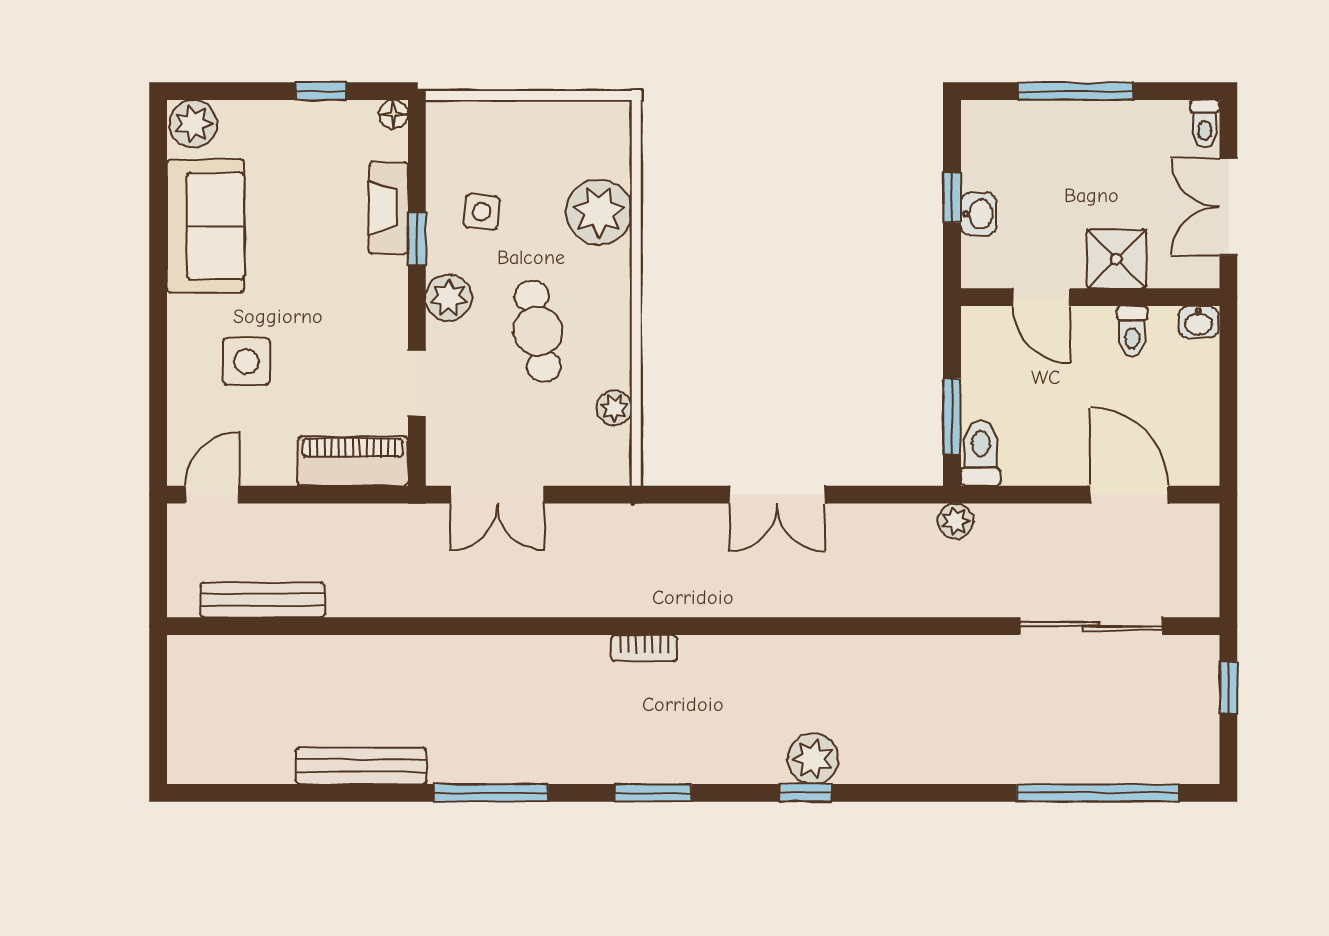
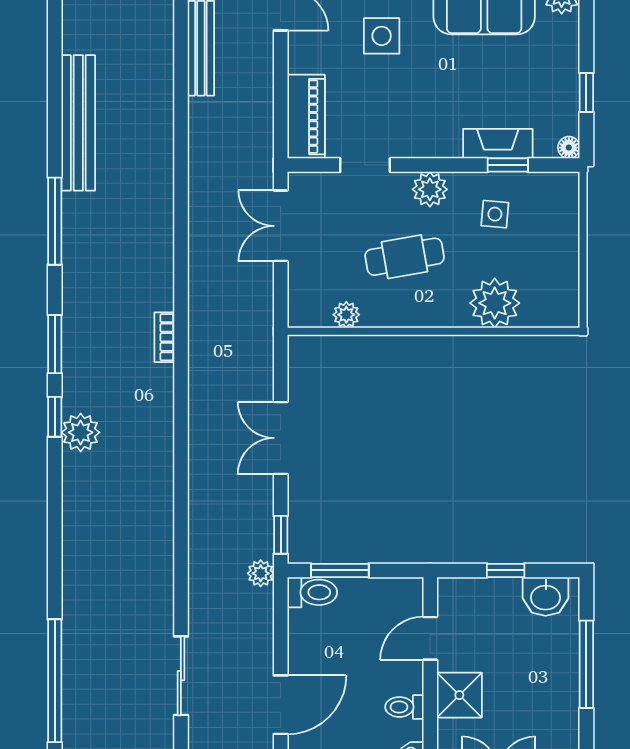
washbasin: (978, 214) -> (546, 596), moved, width x1.38, depth x1.45
window: (417, 239) -> (508, 165), moved
window: (905, 495) -> (281, 535), added
sliding door: (1091, 626) -> (181, 676), width x0.73
plant: (813, 759) -> (81, 432), moved
bench: (361, 766) -> (78, 123), width x1.37, depth x1.21
window: (805, 793) -> (55, 417), moved

